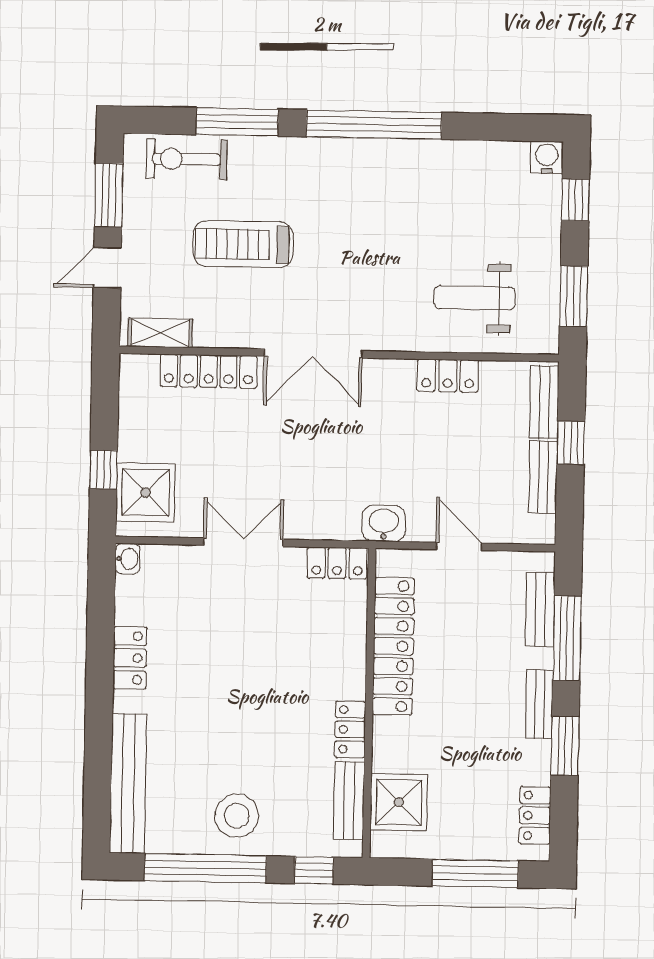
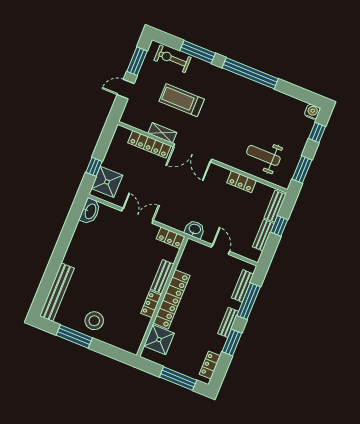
shelving: (160, 333) -> (162, 133), moved
washbasin: (128, 559) -> (90, 211), width x1.91, depth x1.45
locker: (393, 646) -> (172, 299), moved
locker: (130, 658) -> (76, 244), removed
bench: (349, 801) -> (162, 277), moved
window: (205, 868) -> (74, 336), width x0.68
window: (314, 870) -> (116, 353), removed

